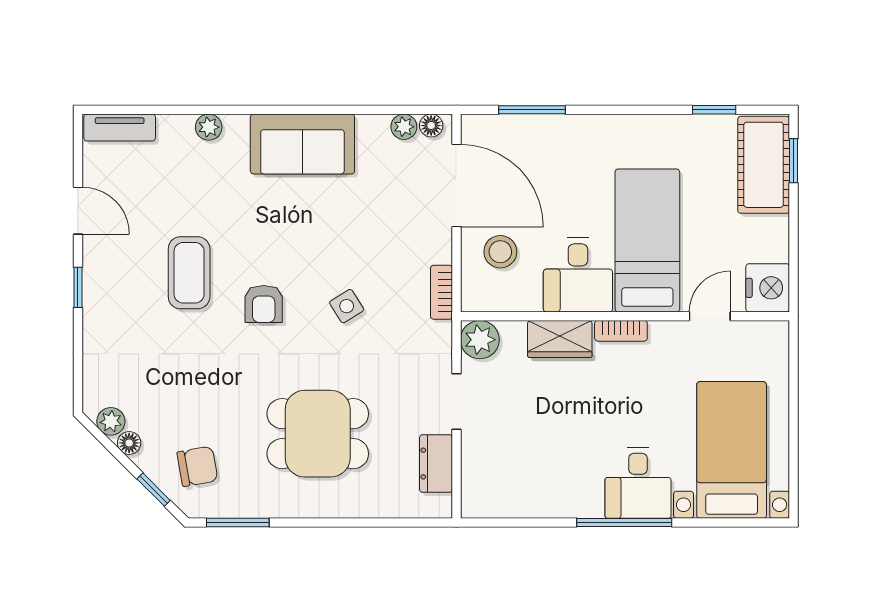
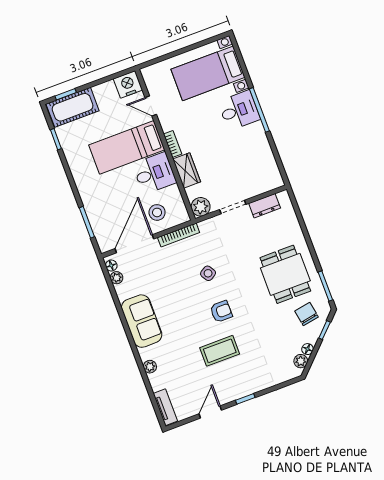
bookcase: (441, 292) -> (179, 235), width x1.56
dining table: (318, 434) -> (285, 274), moved

